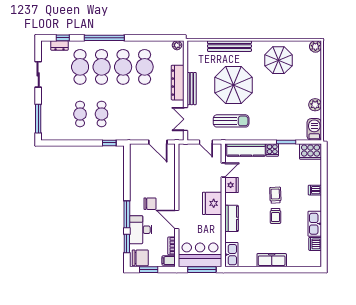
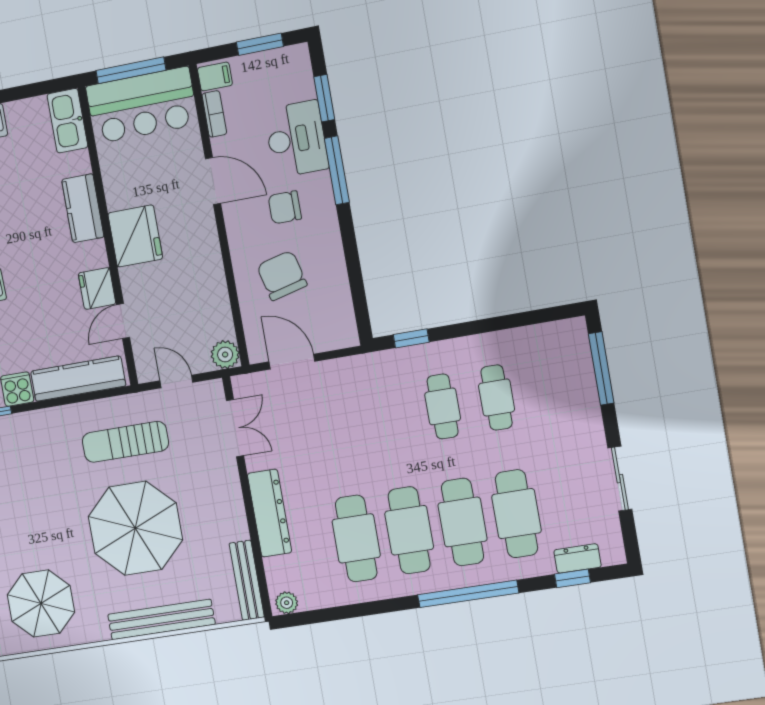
bench: (192, 89) -> (247, 580), moved
plant: (184, 149) -> (225, 355), added
chair: (140, 258) -> (282, 276), moved, turned 76

